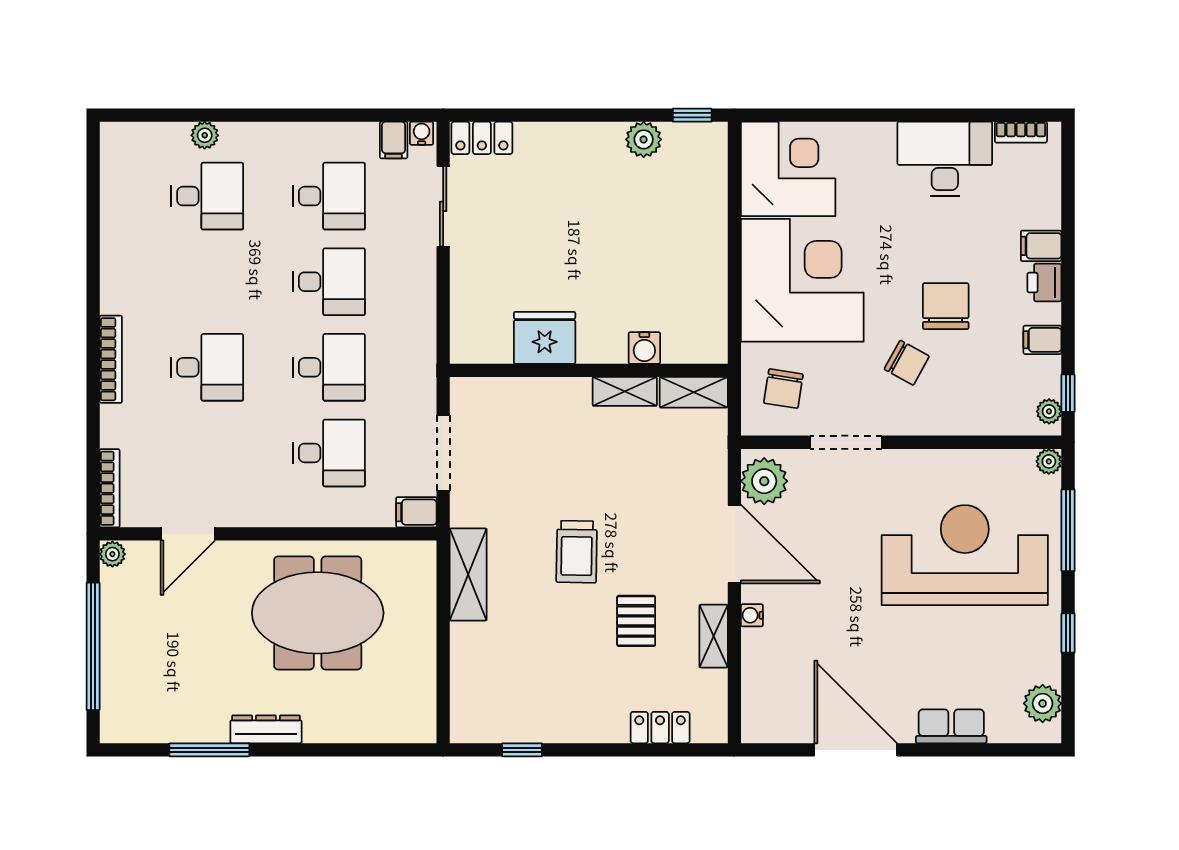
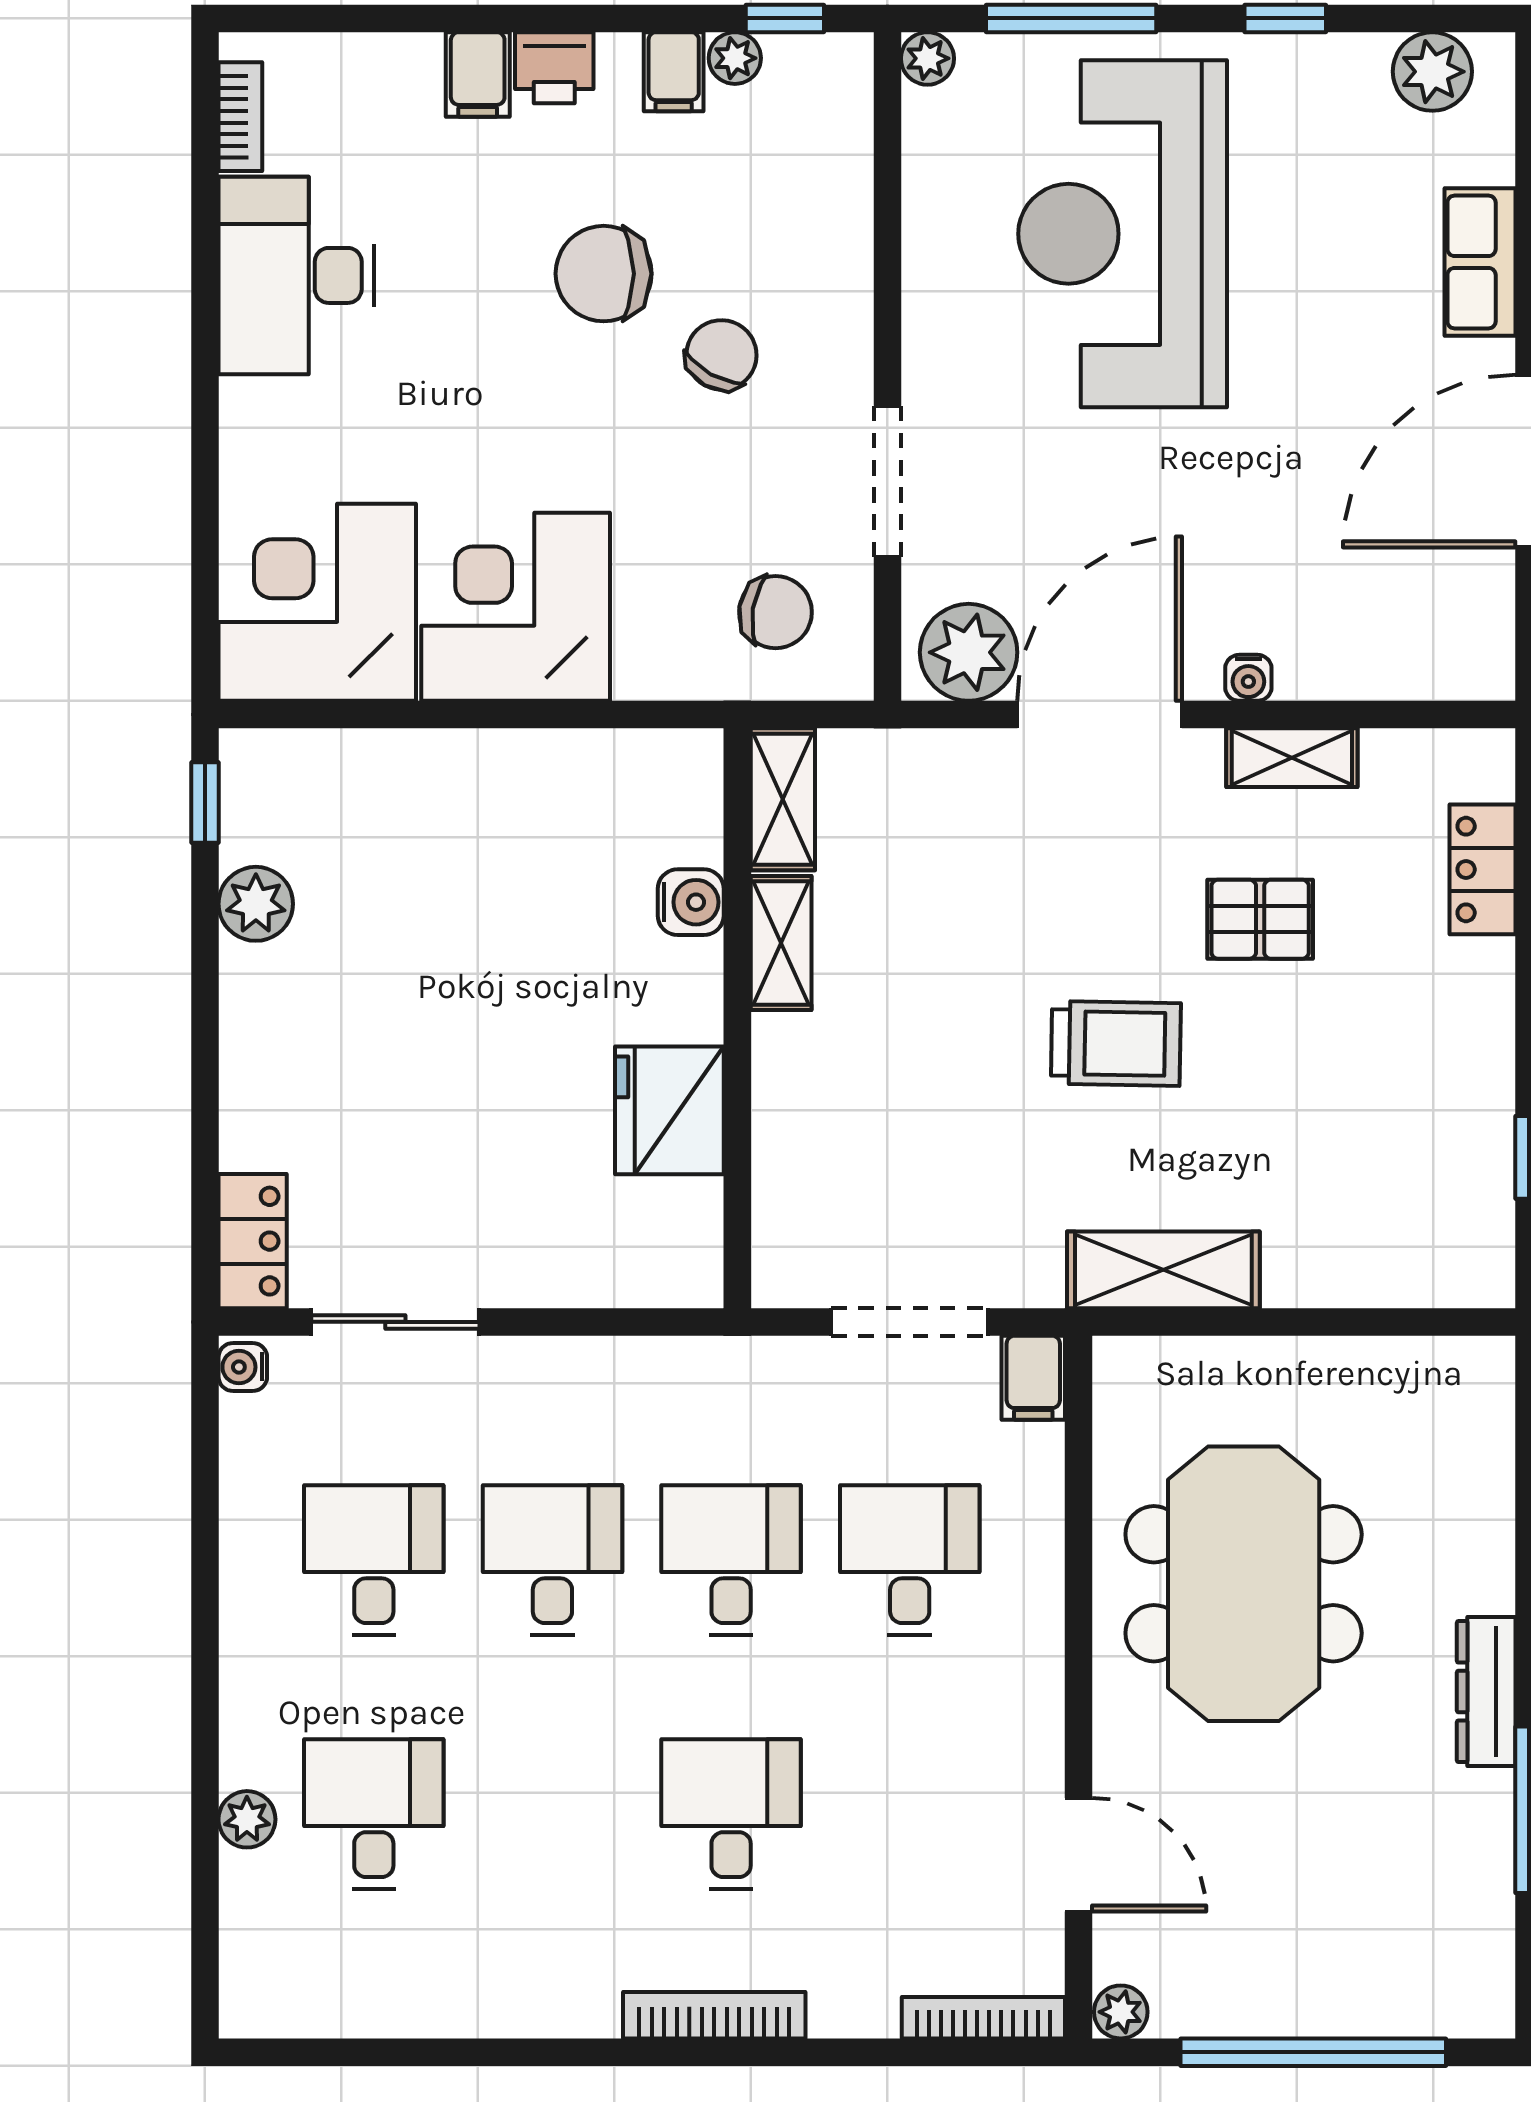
filing cabinet: (394, 140) -> (257, 1425), removed
corner desk: (802, 280) -> (516, 607), width x0.74, depth x0.74
plant: (1049, 411) -> (735, 58), moved

